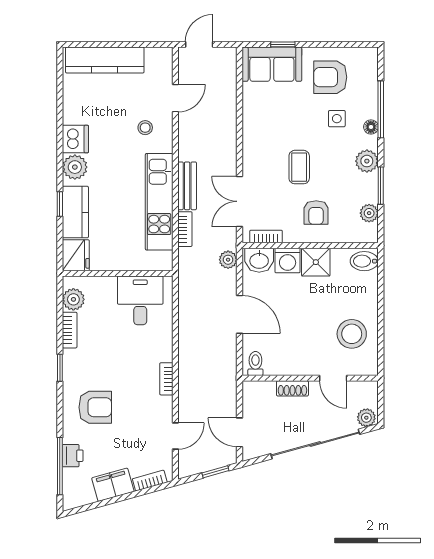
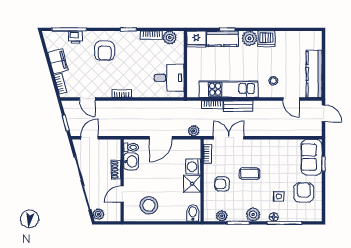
kitchen counter: (105, 60) -> (314, 74), moved
washbasin: (259, 260) -> (131, 161), moved, turned 180

